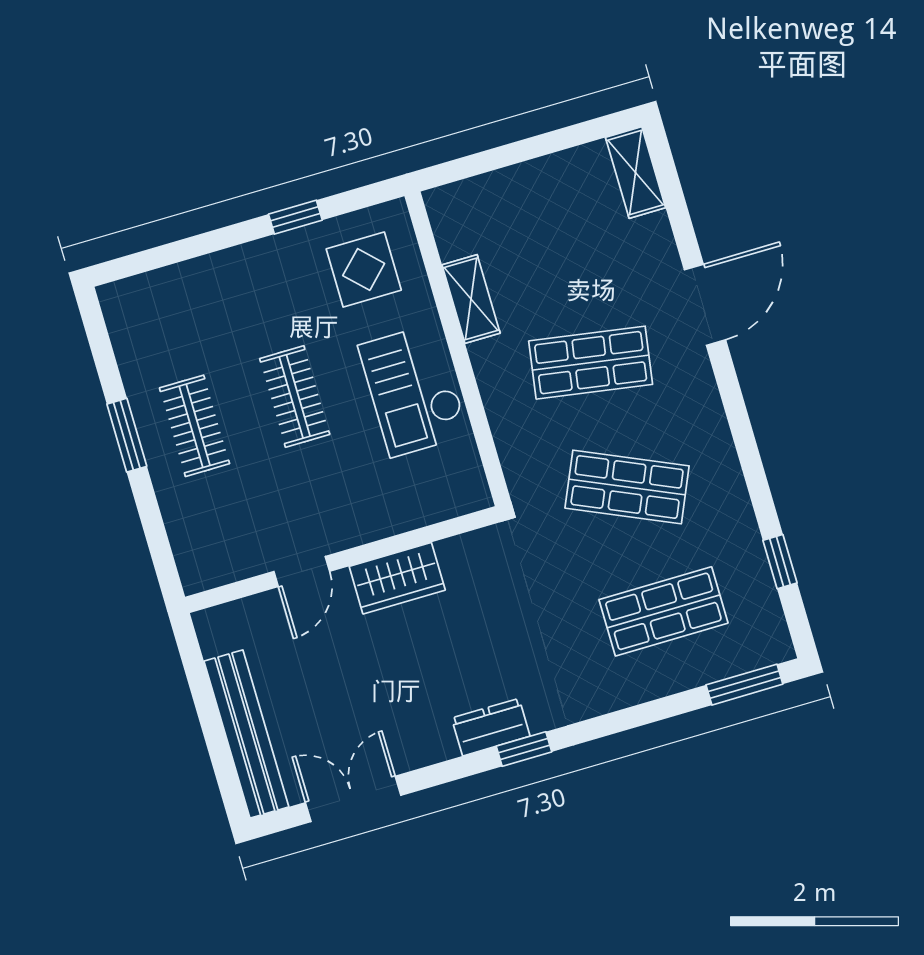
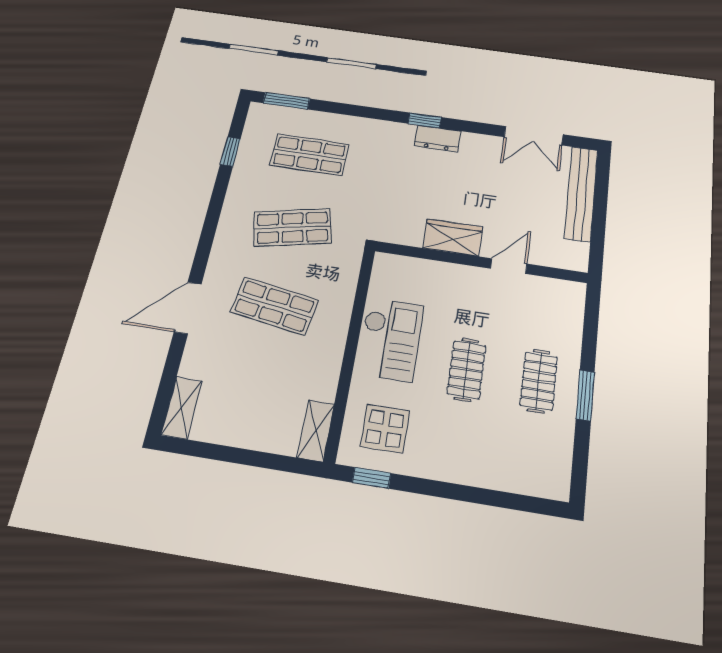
window: (295, 217) -> (372, 478), moved
shelving: (471, 299) -> (316, 431), moved
shop shelf: (627, 487) -> (293, 227), turned -36

